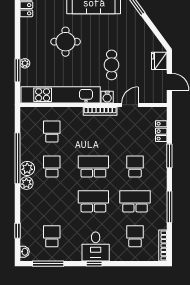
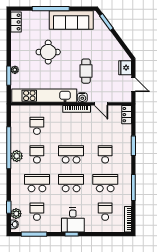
door: (130, 105) -> (101, 104), swing flipped
locker: (161, 131) -> (127, 115), moved
plant: (26, 183) -> (16, 214), moved
school desk: (52, 201) -> (37, 183), added

